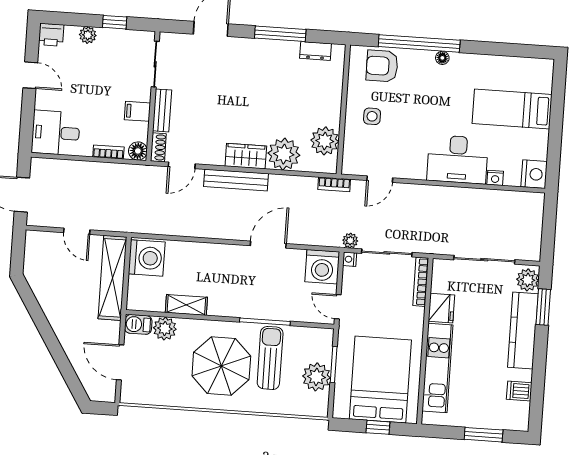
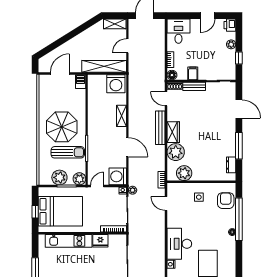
shelving: (33, 252) -> (115, 24), added
shelving: (186, 305) -> (121, 116), moved
plant: (165, 329) -> (79, 179), moved

